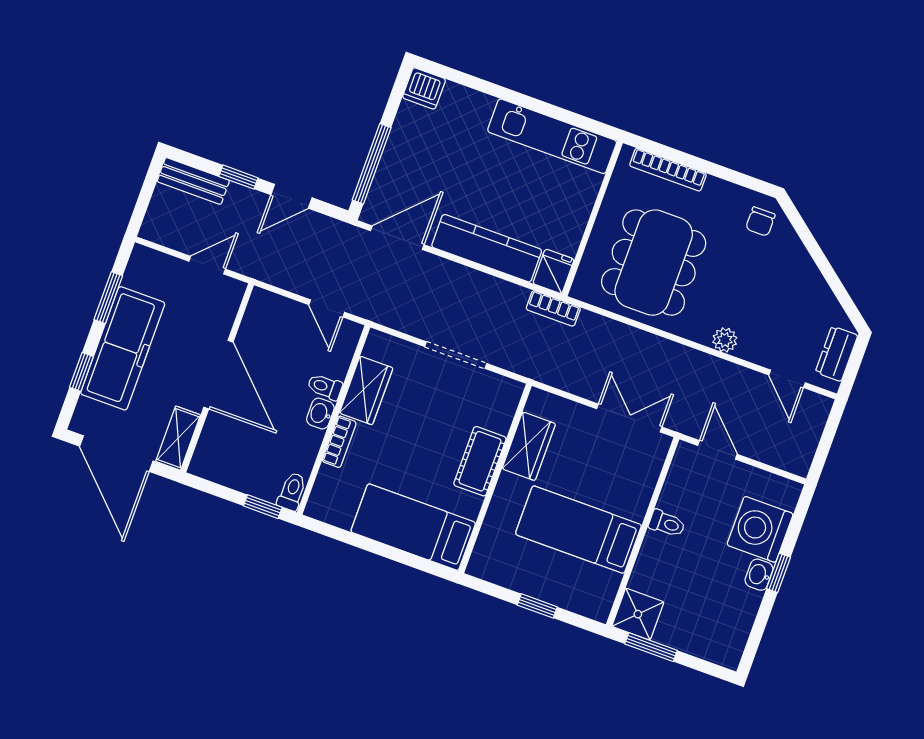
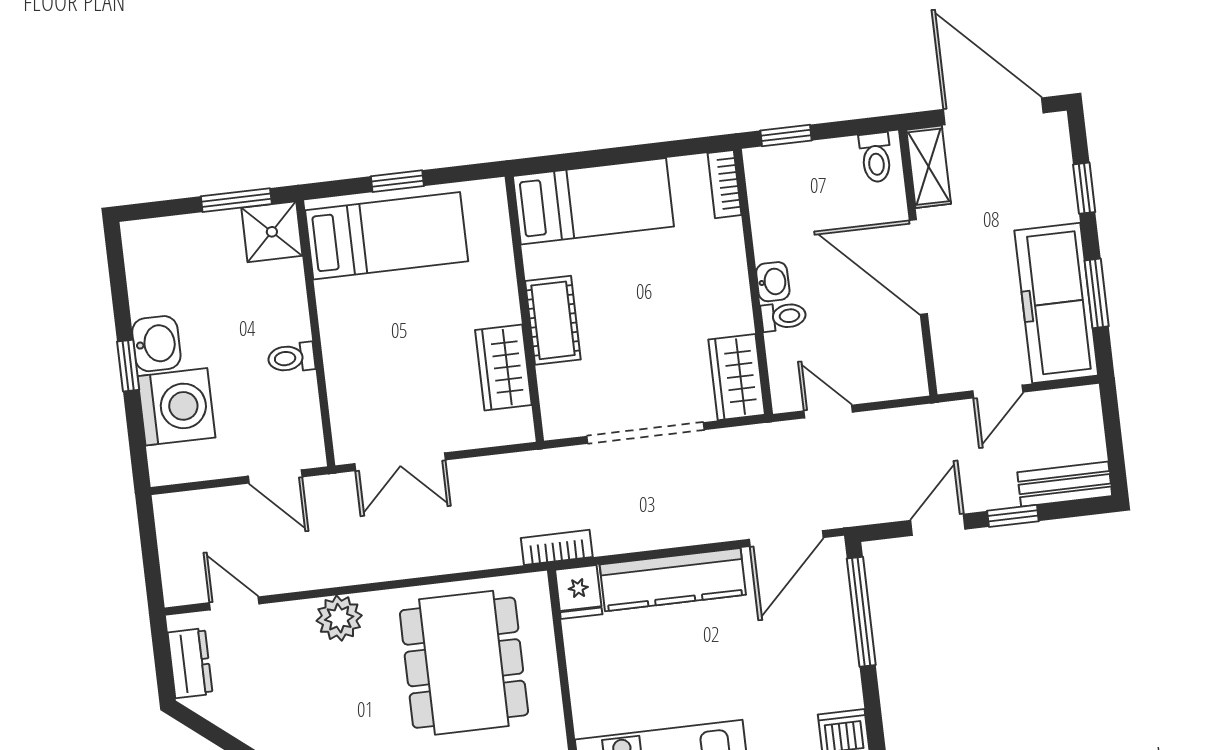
plant: (725, 340) -> (339, 618), width x1.38, depth x1.38
freezer: (123, 348) -> (1056, 303), moved
doorway: (456, 355) -> (646, 433), width x1.36
wardrobe: (366, 390) -> (737, 377), moved
bookcase: (339, 442) -> (724, 184), moved
toilet: (292, 492) -> (876, 158), moved
bed: (578, 530) -> (387, 236), moved
washbasin: (759, 575) -> (156, 344), width x1.38, depth x1.45

